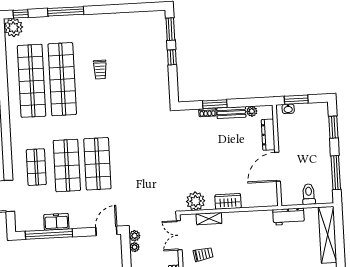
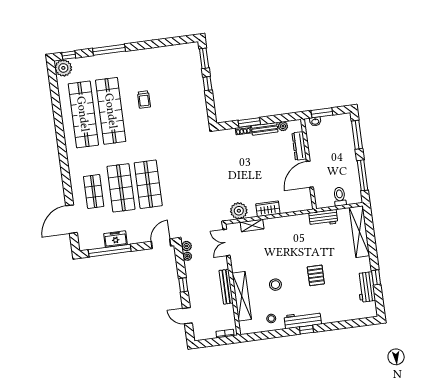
window: (333, 127) -> (357, 135), width x1.44
trolley: (203, 254) -> (249, 258), removed

